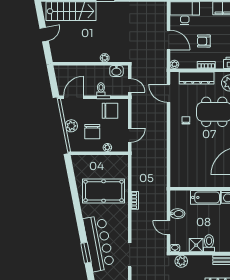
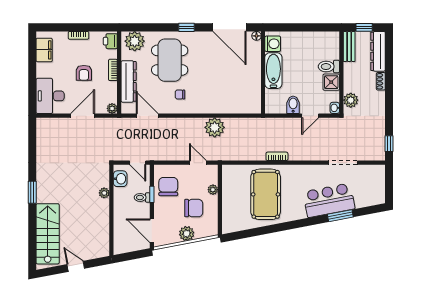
door: (130, 85) -> (138, 163), swing flipped
door: (169, 93) -> (147, 116), swing flipped
plant: (159, 149) -> (215, 127), added
bar counter: (99, 243) -> (329, 200), width x0.73

